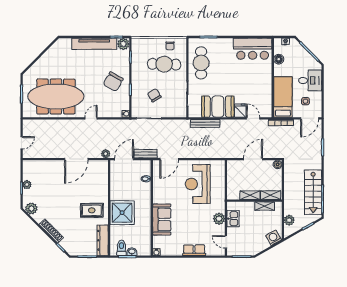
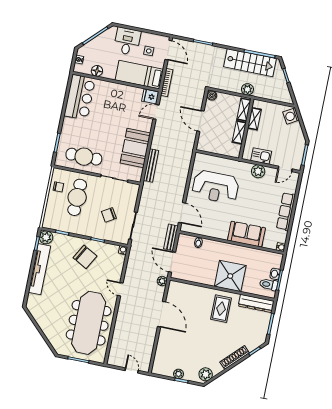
fridge: (240, 111) -> (150, 97), moved
plant: (289, 220) -> (247, 89), moved
row of seats: (194, 250) -> (286, 211), width x1.48

